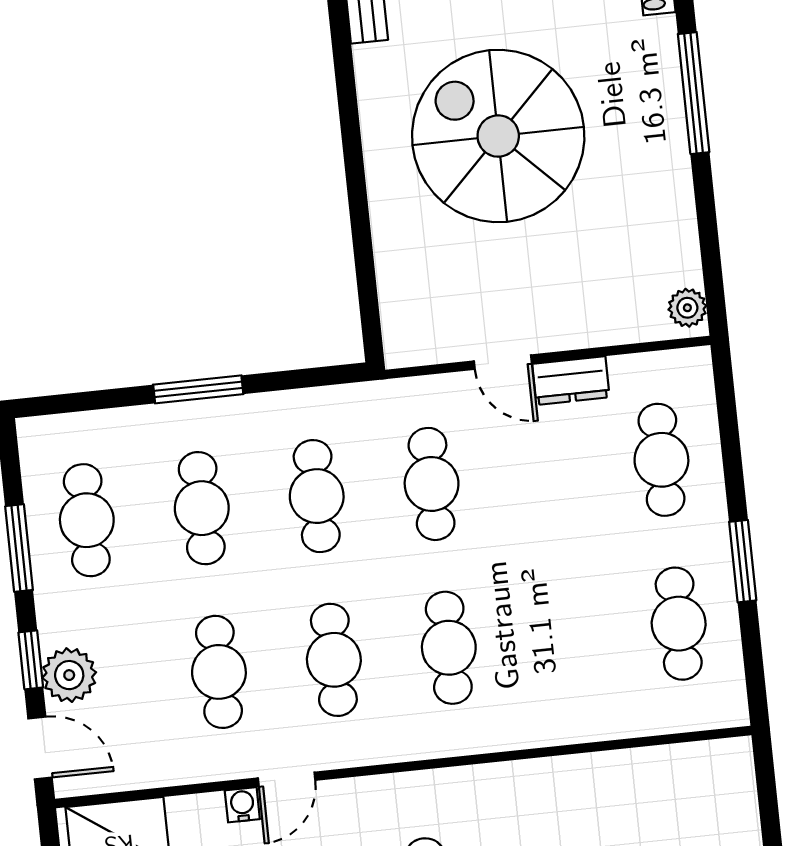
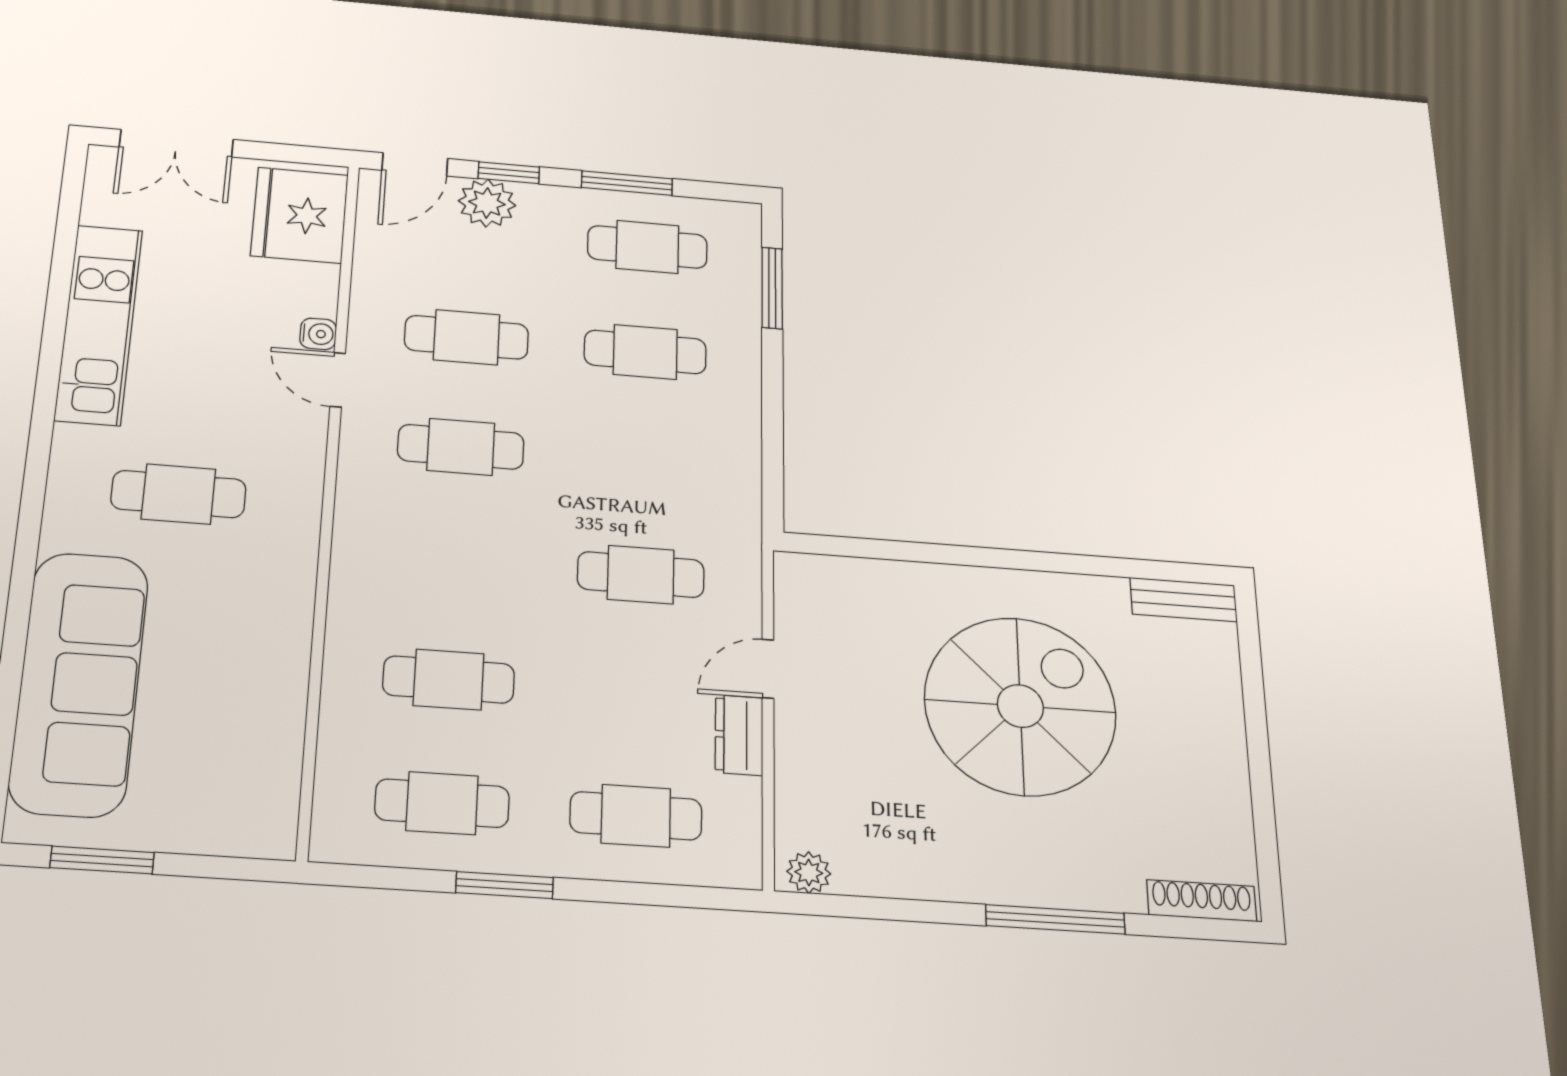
window: (198, 389) -> (772, 288), moved
cafe table: (317, 496) -> (643, 461), removed
cafe table: (449, 648) -> (449, 679), moved

